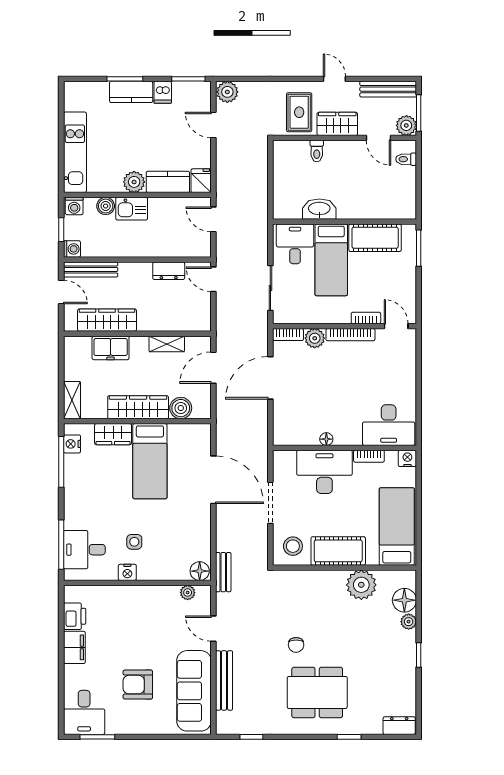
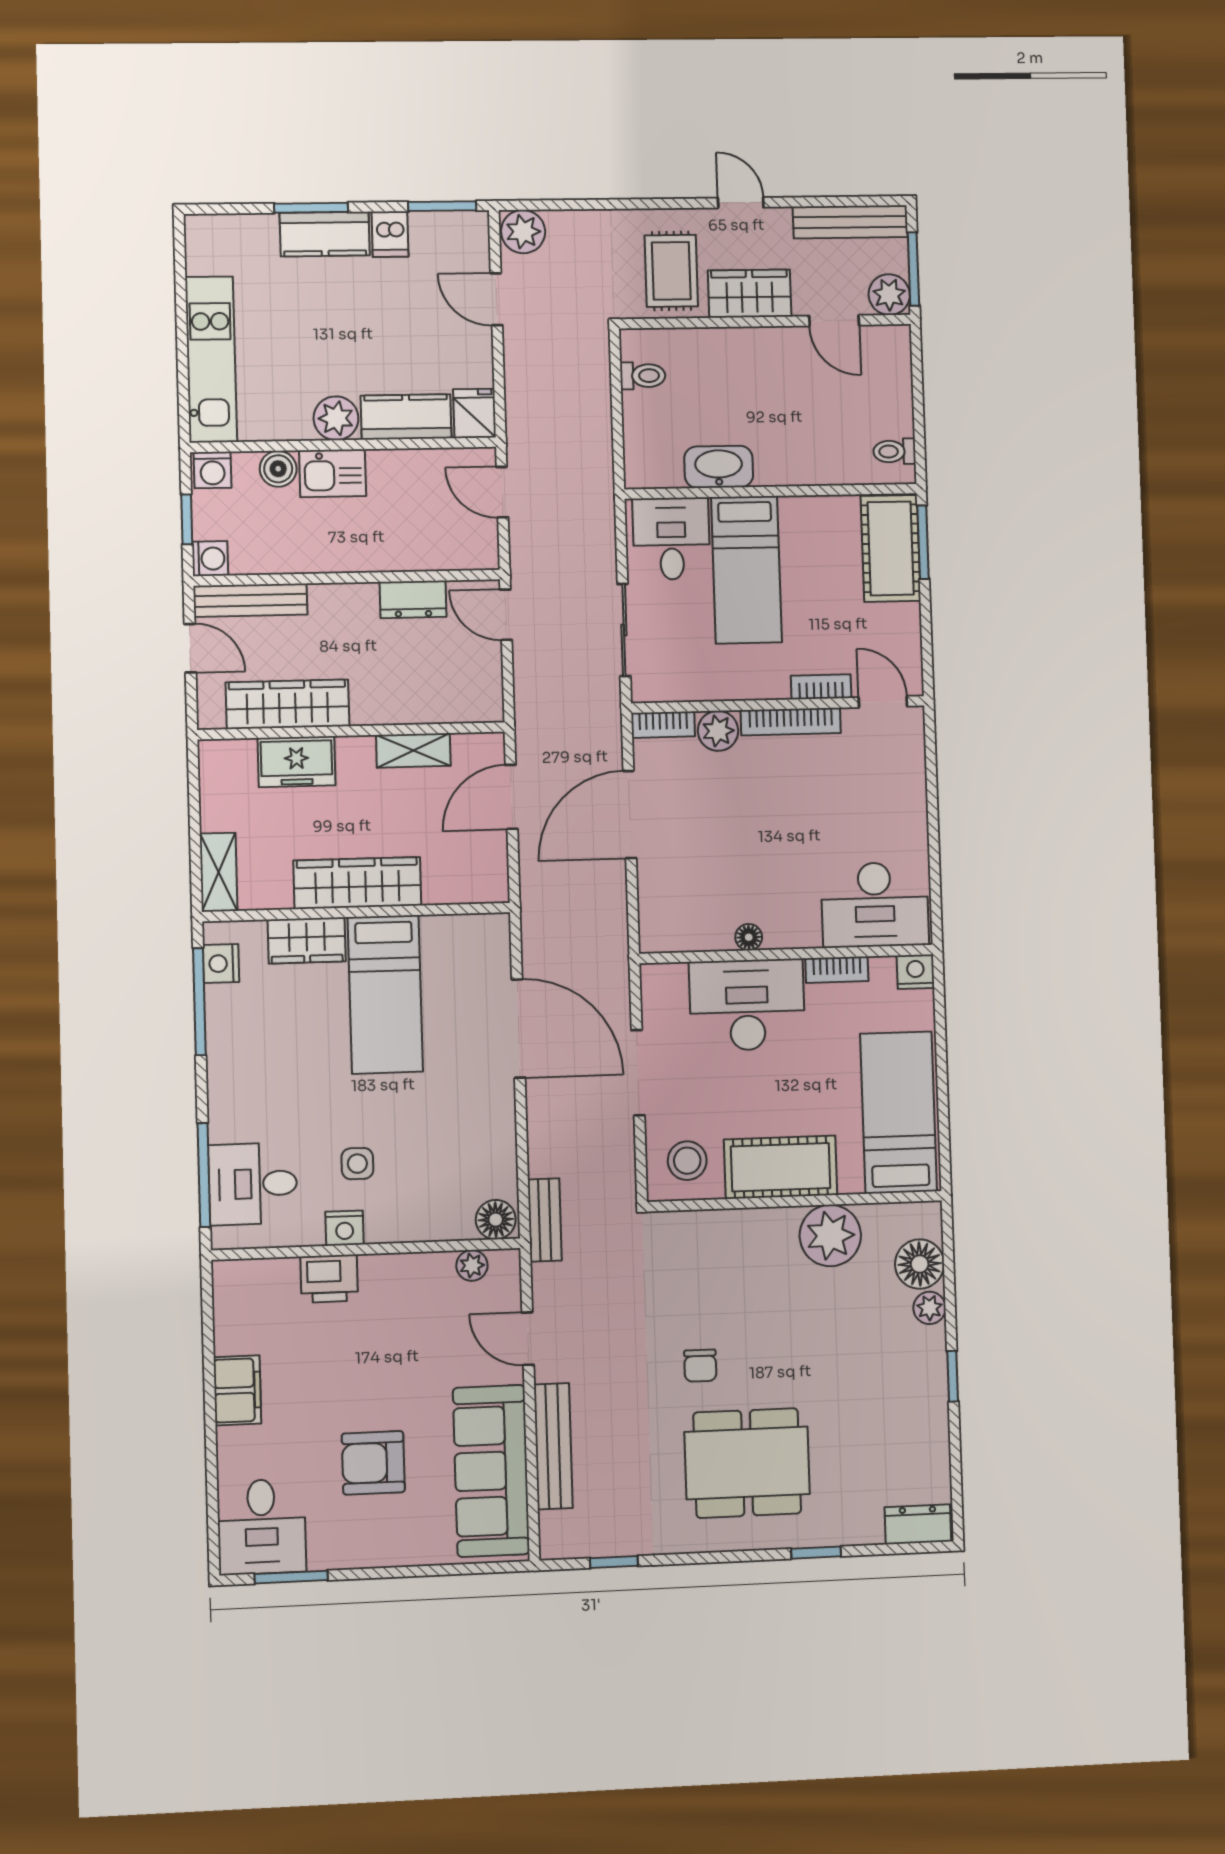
toilet: (317, 151) -> (643, 376), moved, turned -90
toilet: (406, 159) -> (894, 451), moved
cot: (375, 238) -> (891, 548), moved, turned 90
boiler: (181, 408) -> (446, 882), removed
printer: (75, 616) -> (329, 1279), moved, turned 90

